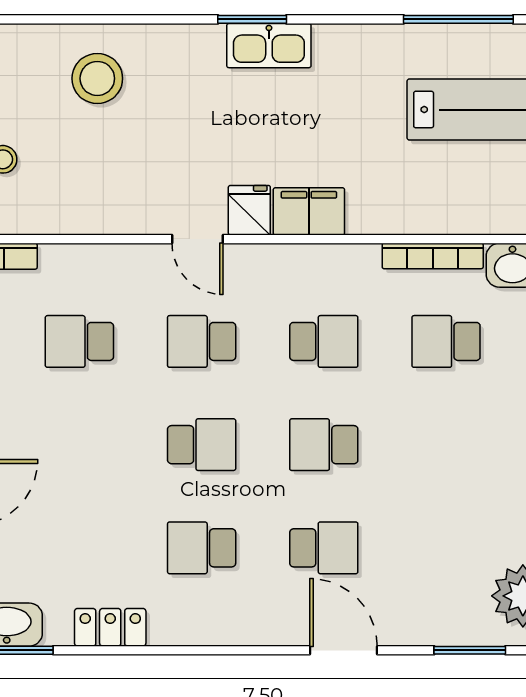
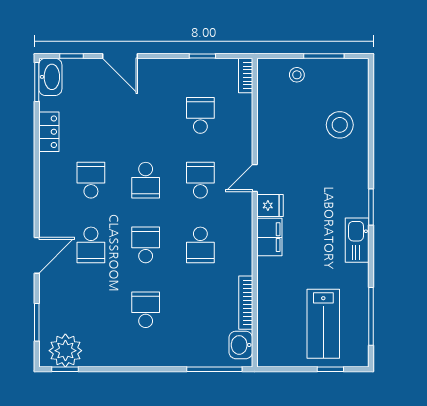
kitchen sink: (269, 46) -> (357, 240), moved
school desk: (446, 341) -> (146, 310), moved

